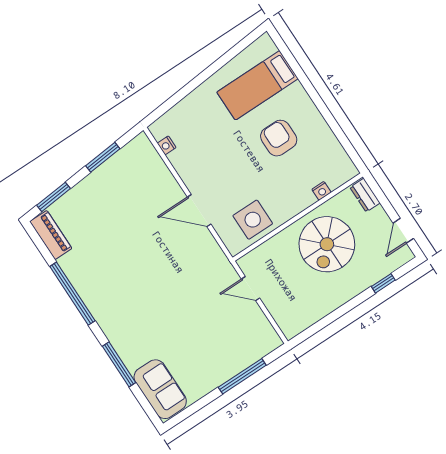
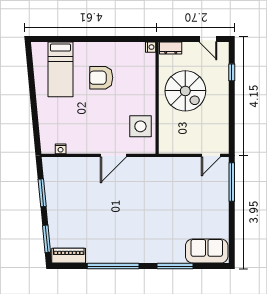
nightstand: (322, 191) -> (151, 47), moved
door: (251, 289) -> (211, 155), moved
window: (242, 376) -> (232, 182), moved

